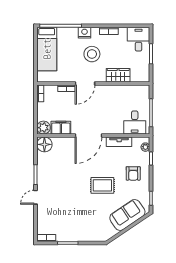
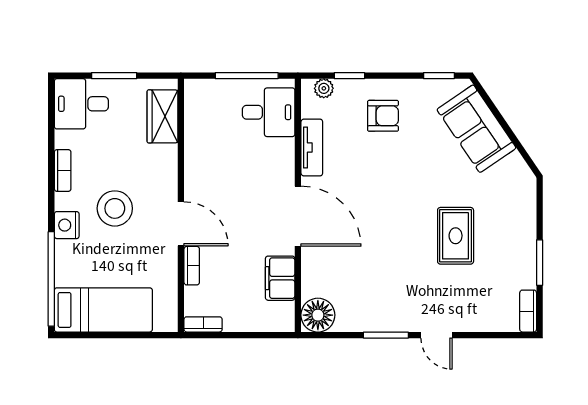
wardrobe: (118, 75) -> (162, 116), moved
plant: (44, 128) -> (280, 317), removed
rug: (102, 185) -> (456, 236), moved

